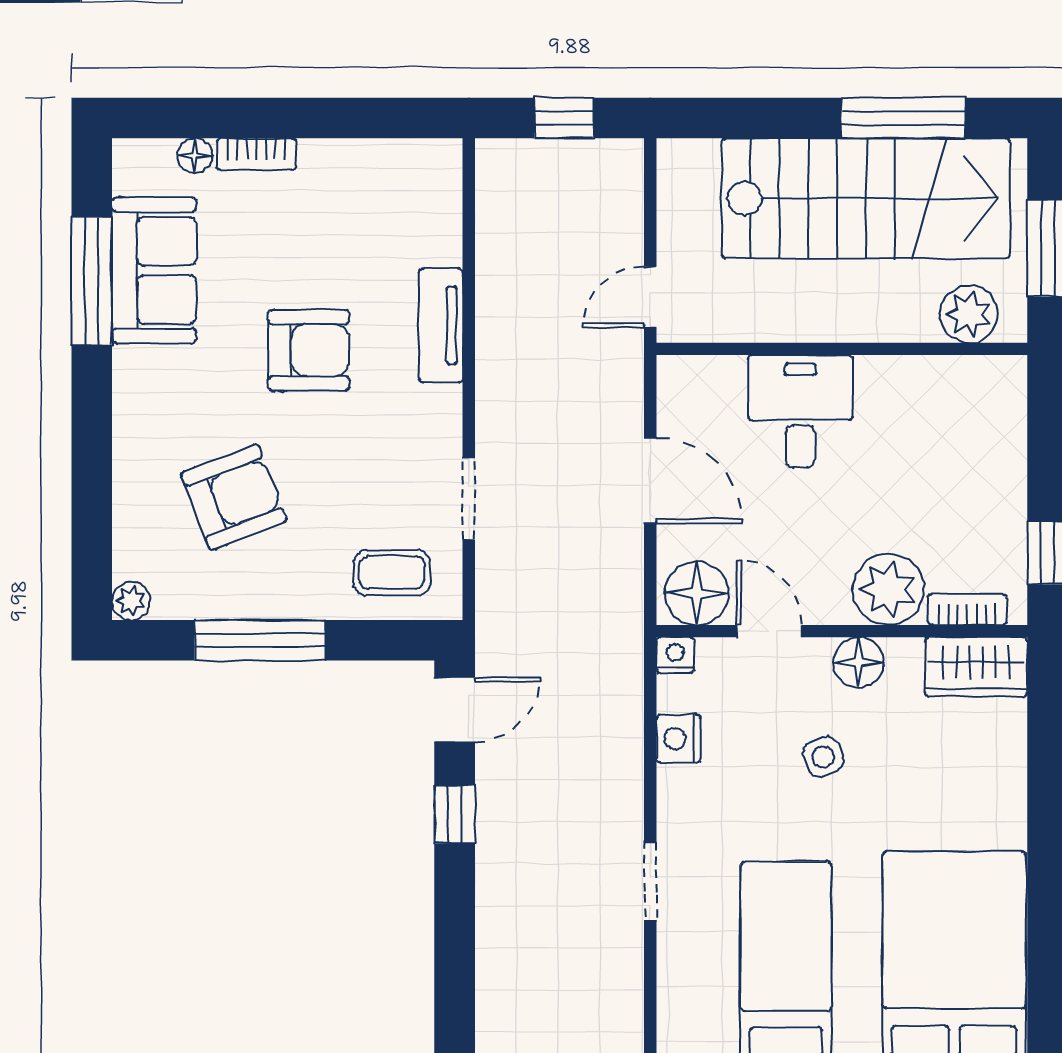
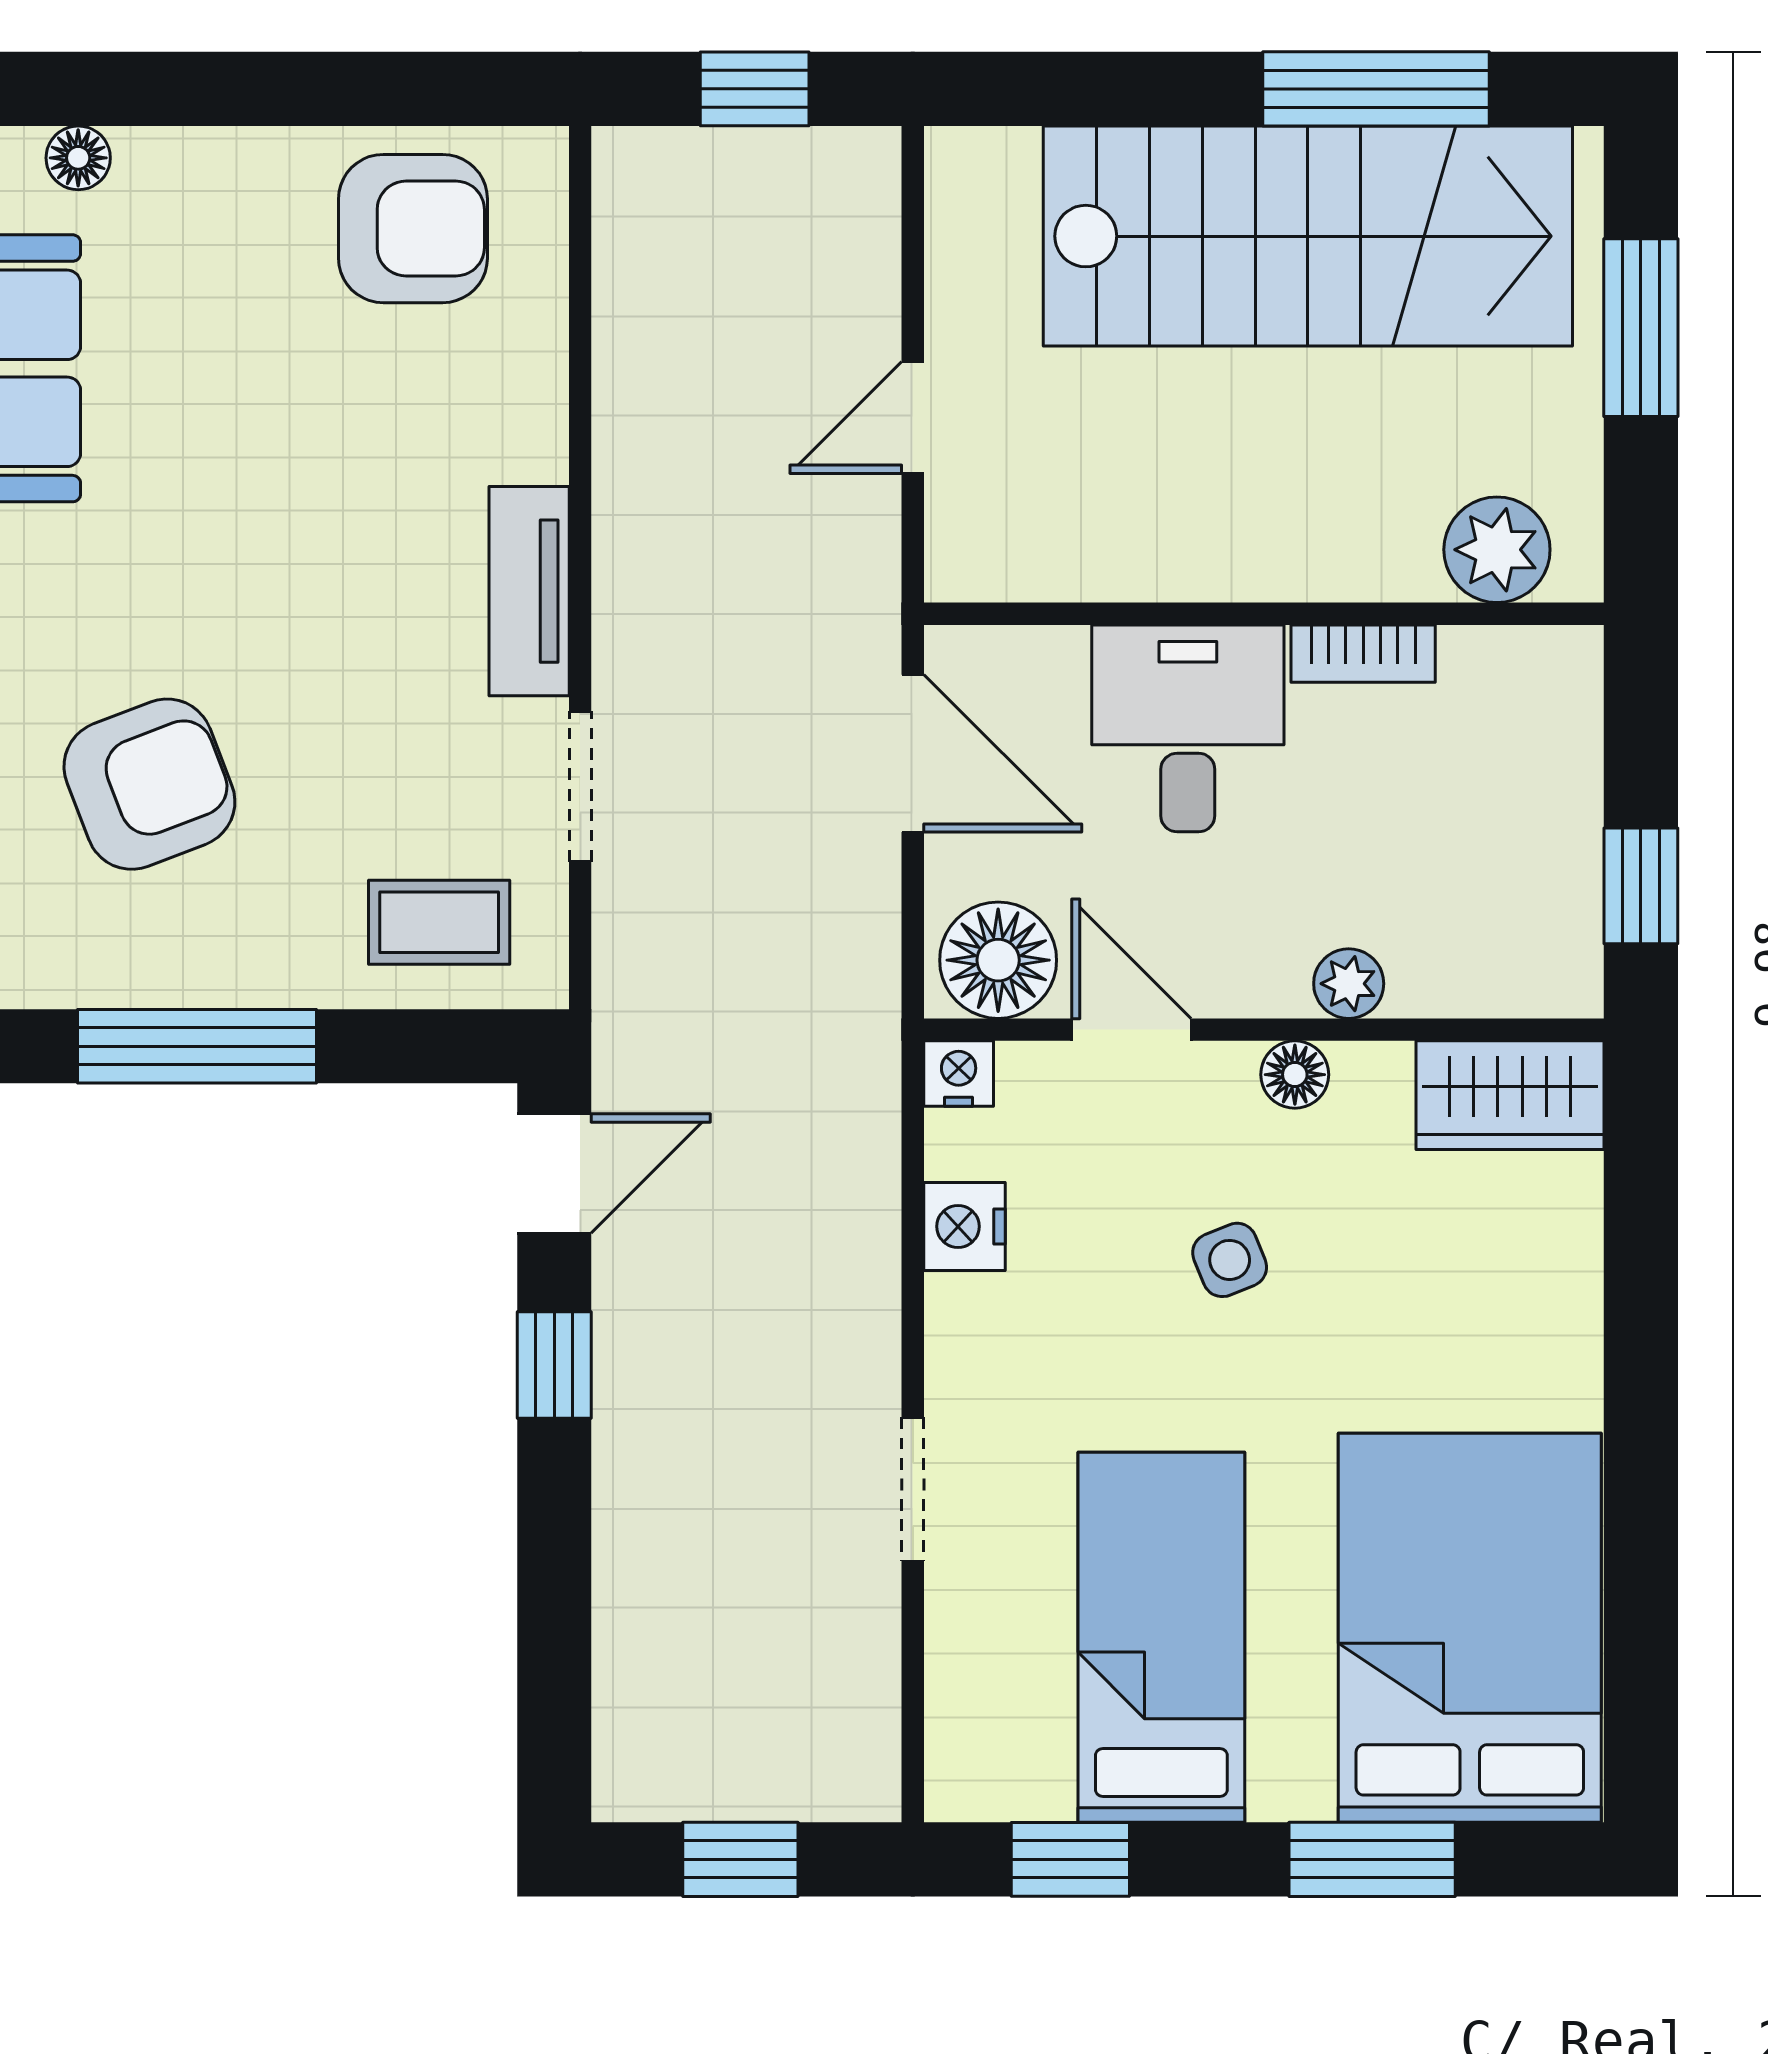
bookcase: (256, 154) -> (191, 155), removed
plant: (969, 314) -> (1497, 550), moved
tv unit: (441, 326) -> (529, 591), moved
wall: (842, 349) -> (1264, 614), moved
armchair: (309, 350) -> (413, 229), moved
desk: (800, 411) -> (1188, 728), moved
plant: (888, 589) -> (1349, 984), width x0.53, depth x0.53
bookcase: (967, 609) -> (1363, 654), moved, turned 180
floor lamp: (859, 662) -> (1295, 1075), width x0.73, depth x0.73

